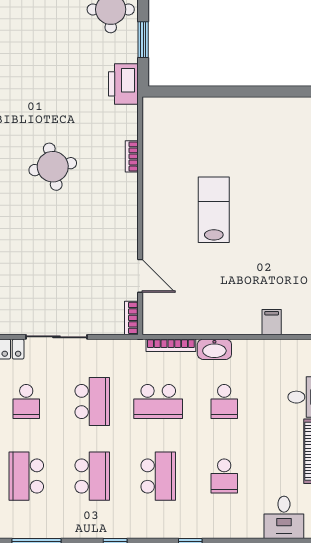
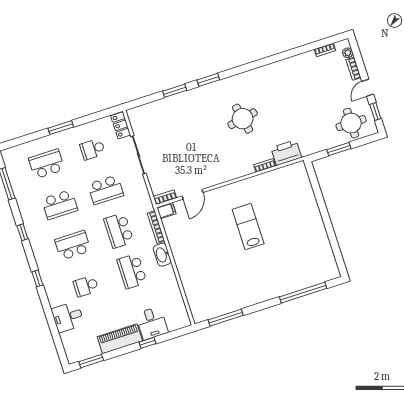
printer: (123, 84) -> (286, 153), moved
lab bench: (214, 210) -> (248, 227), turned -90
filing cabinet: (272, 322) -> (166, 211), moved
school desk: (224, 402) -> (132, 271), width x1.85
school desk: (158, 476) -> (73, 245), turned 180
desk: (284, 517) -> (68, 317), moved

